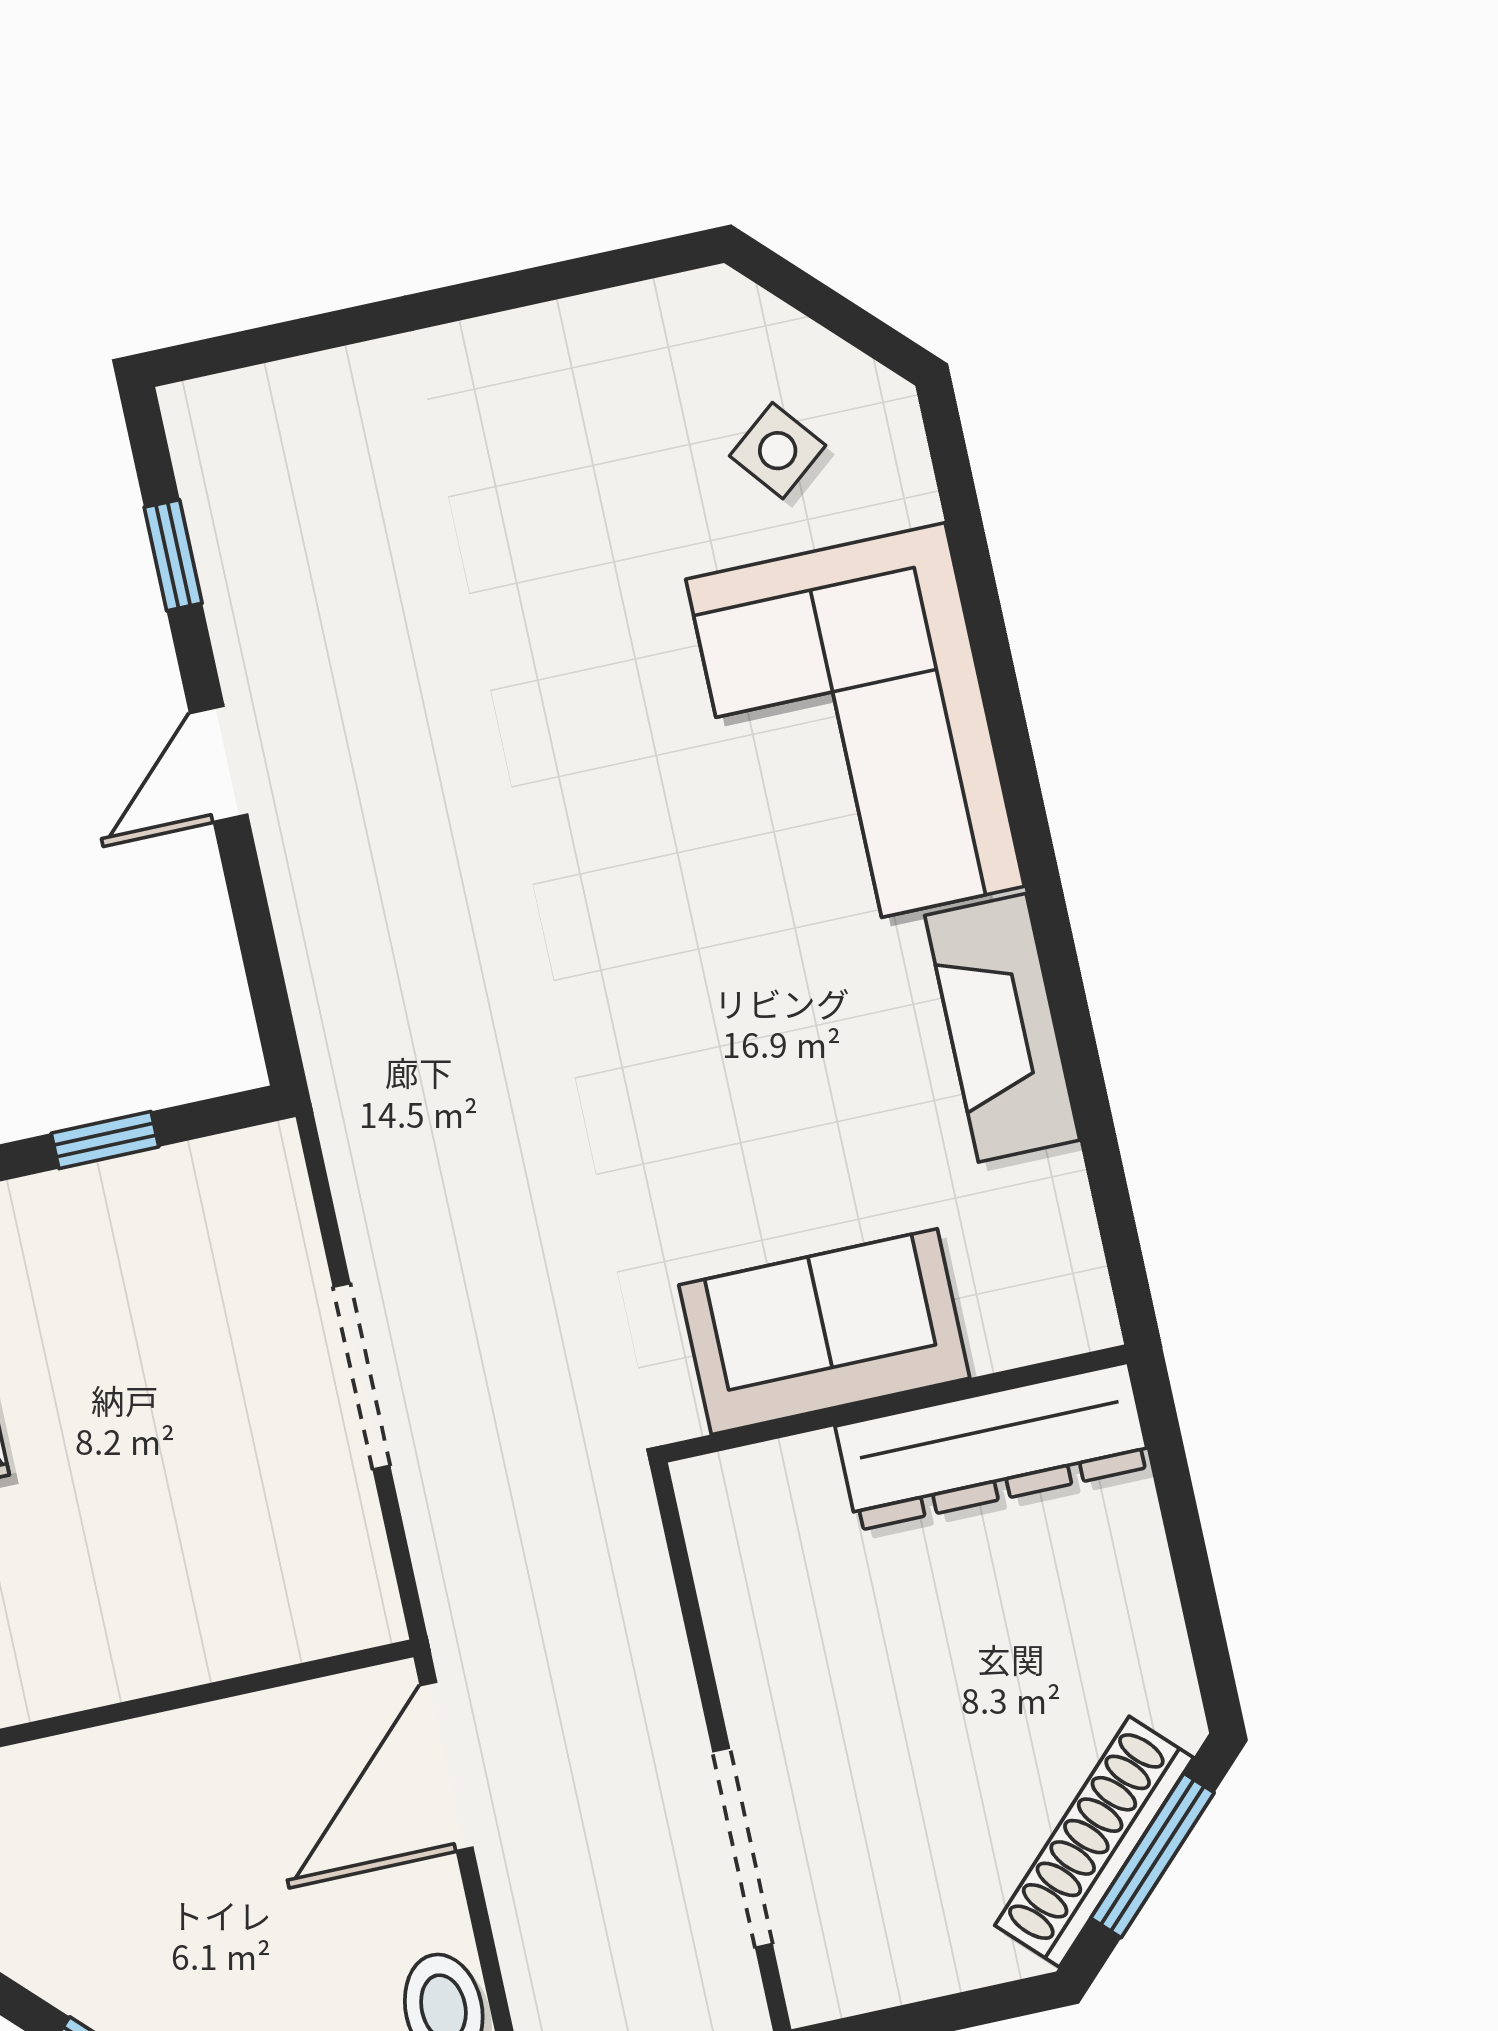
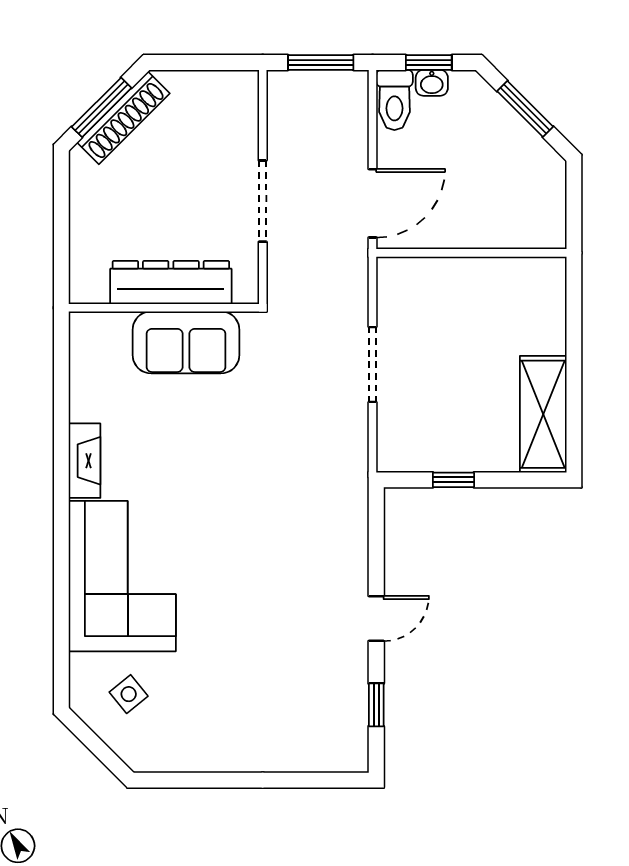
fireplace: (1002, 1028) -> (85, 461), width x0.73, depth x0.76
dresser: (993, 1447) -> (171, 282), moved
doorway: (742, 1848) -> (263, 201), moved

